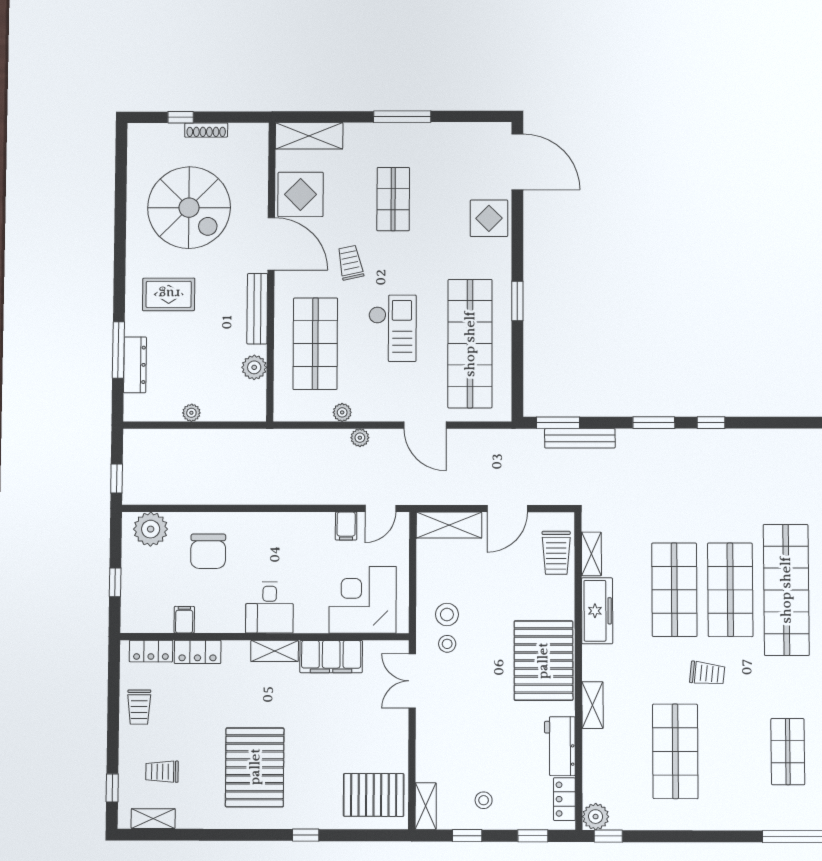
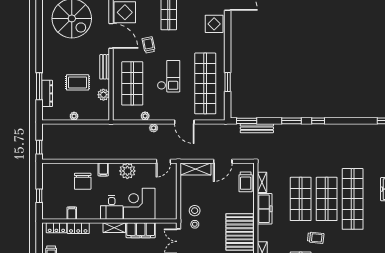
rug: (169, 294) -> (78, 82), moved
window: (517, 301) -> (228, 82), moved
bench: (257, 309) -> (105, 67), width x0.73
filing cabinet: (346, 526) -> (103, 169), moved
plant: (151, 529) -> (127, 171), moved
corner desk: (363, 600) -> (139, 204), moved

